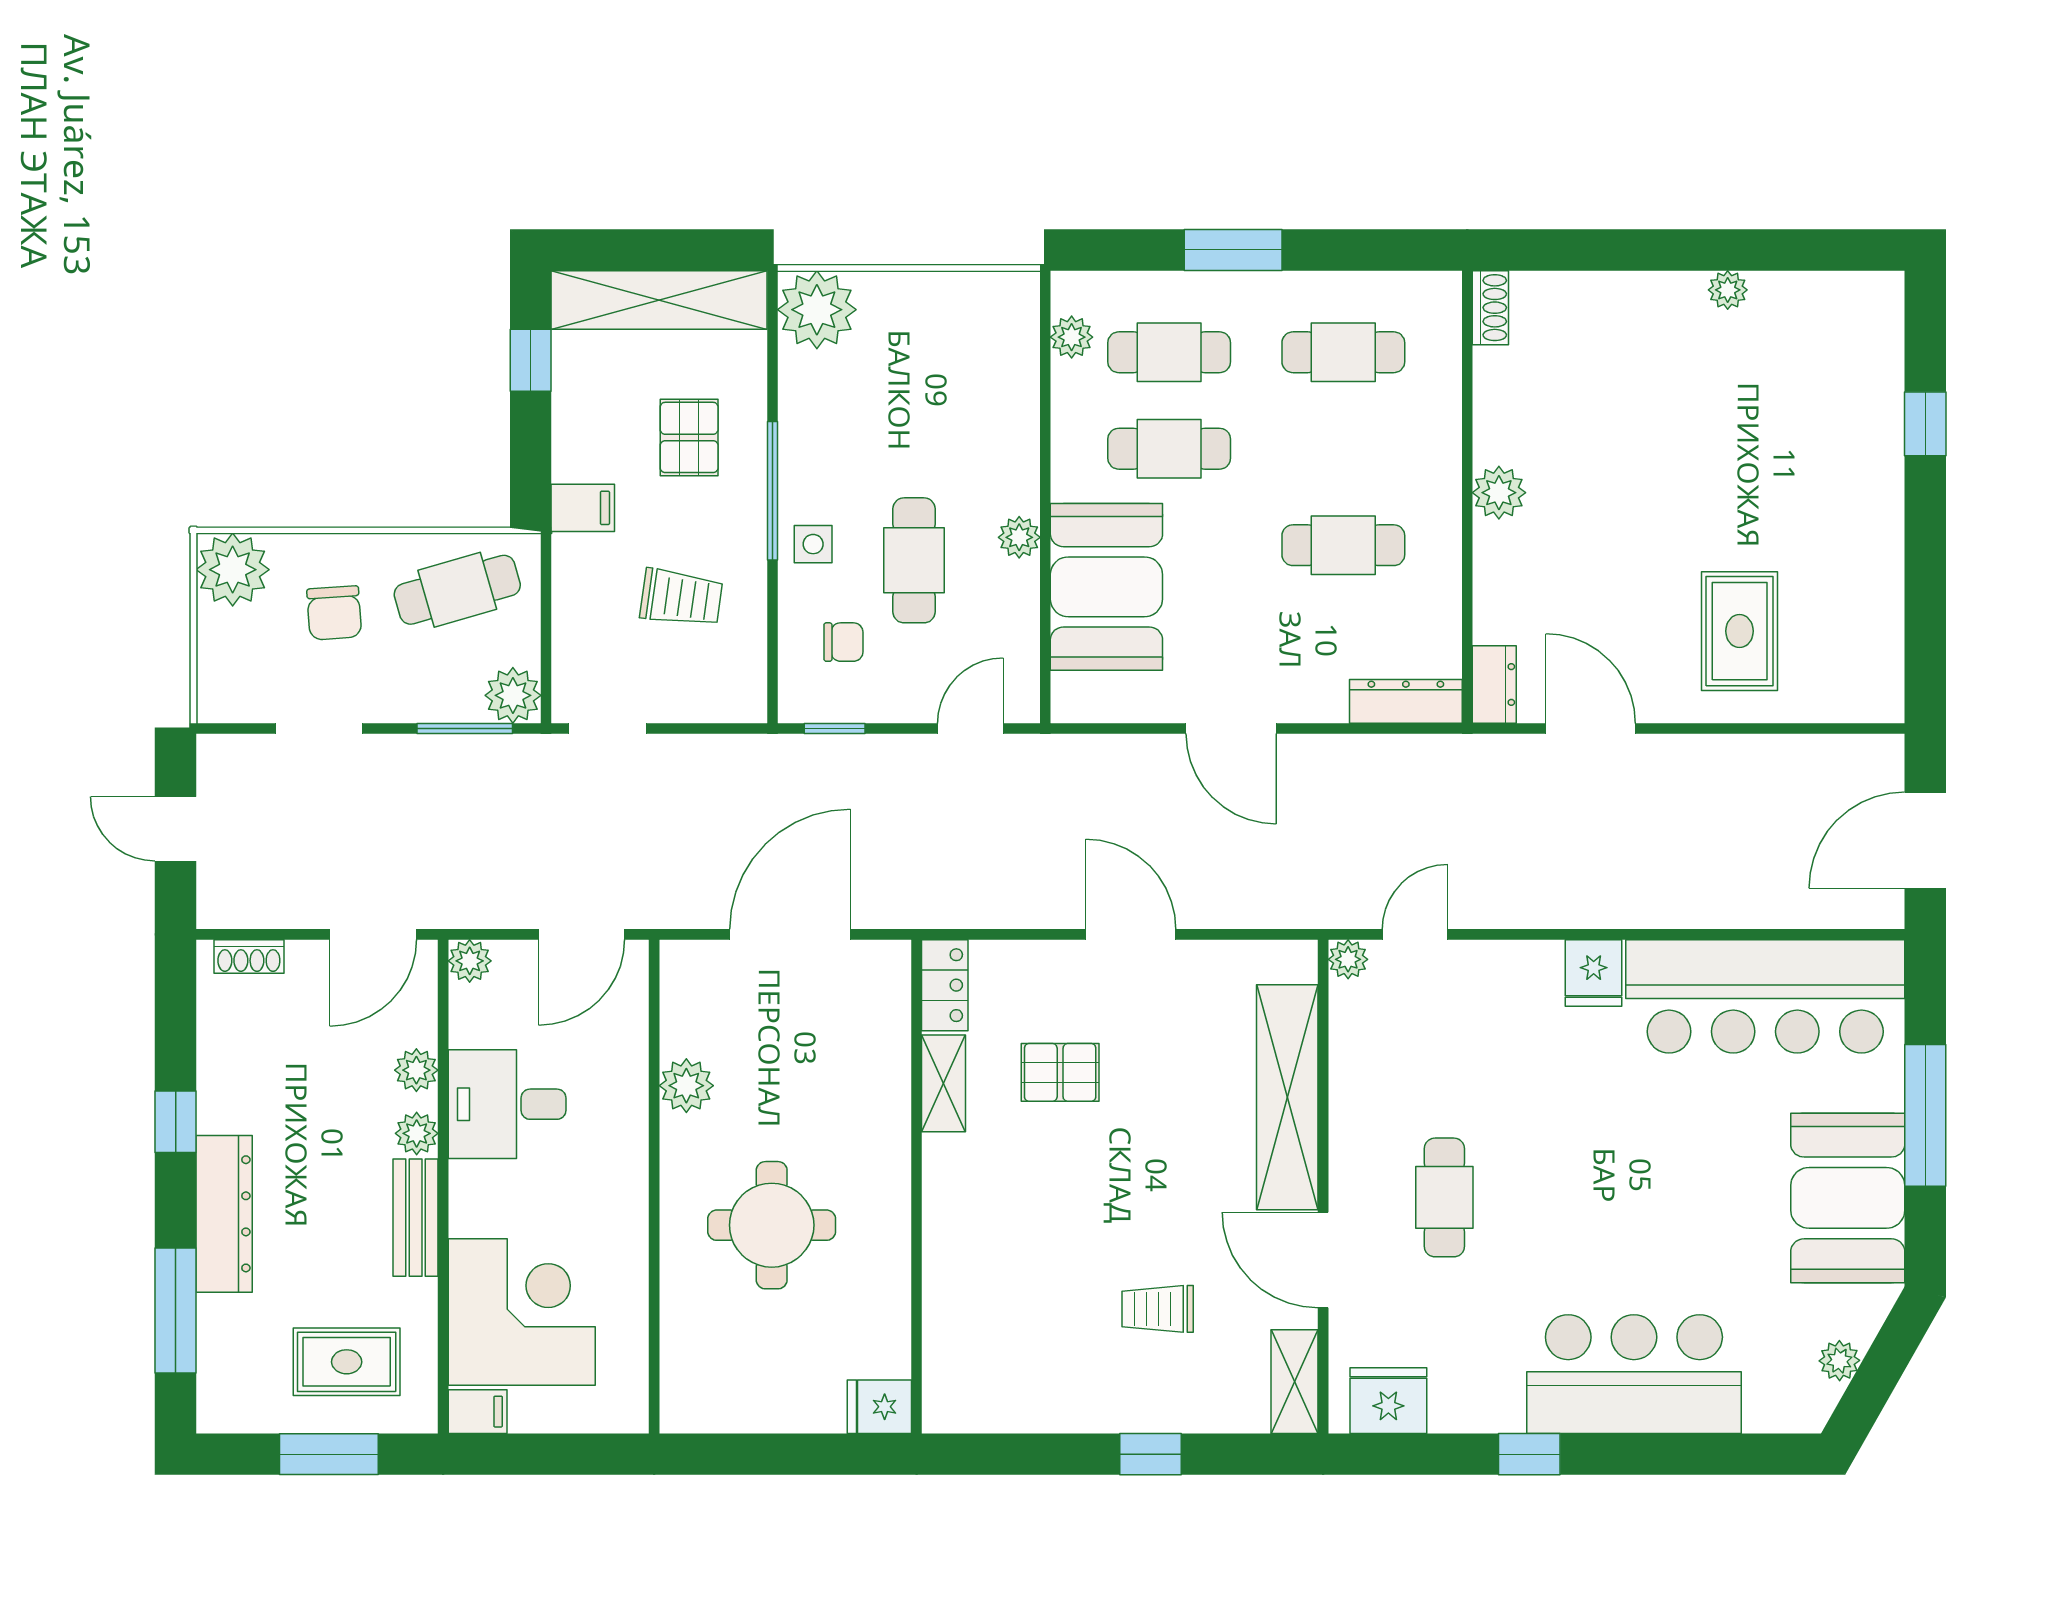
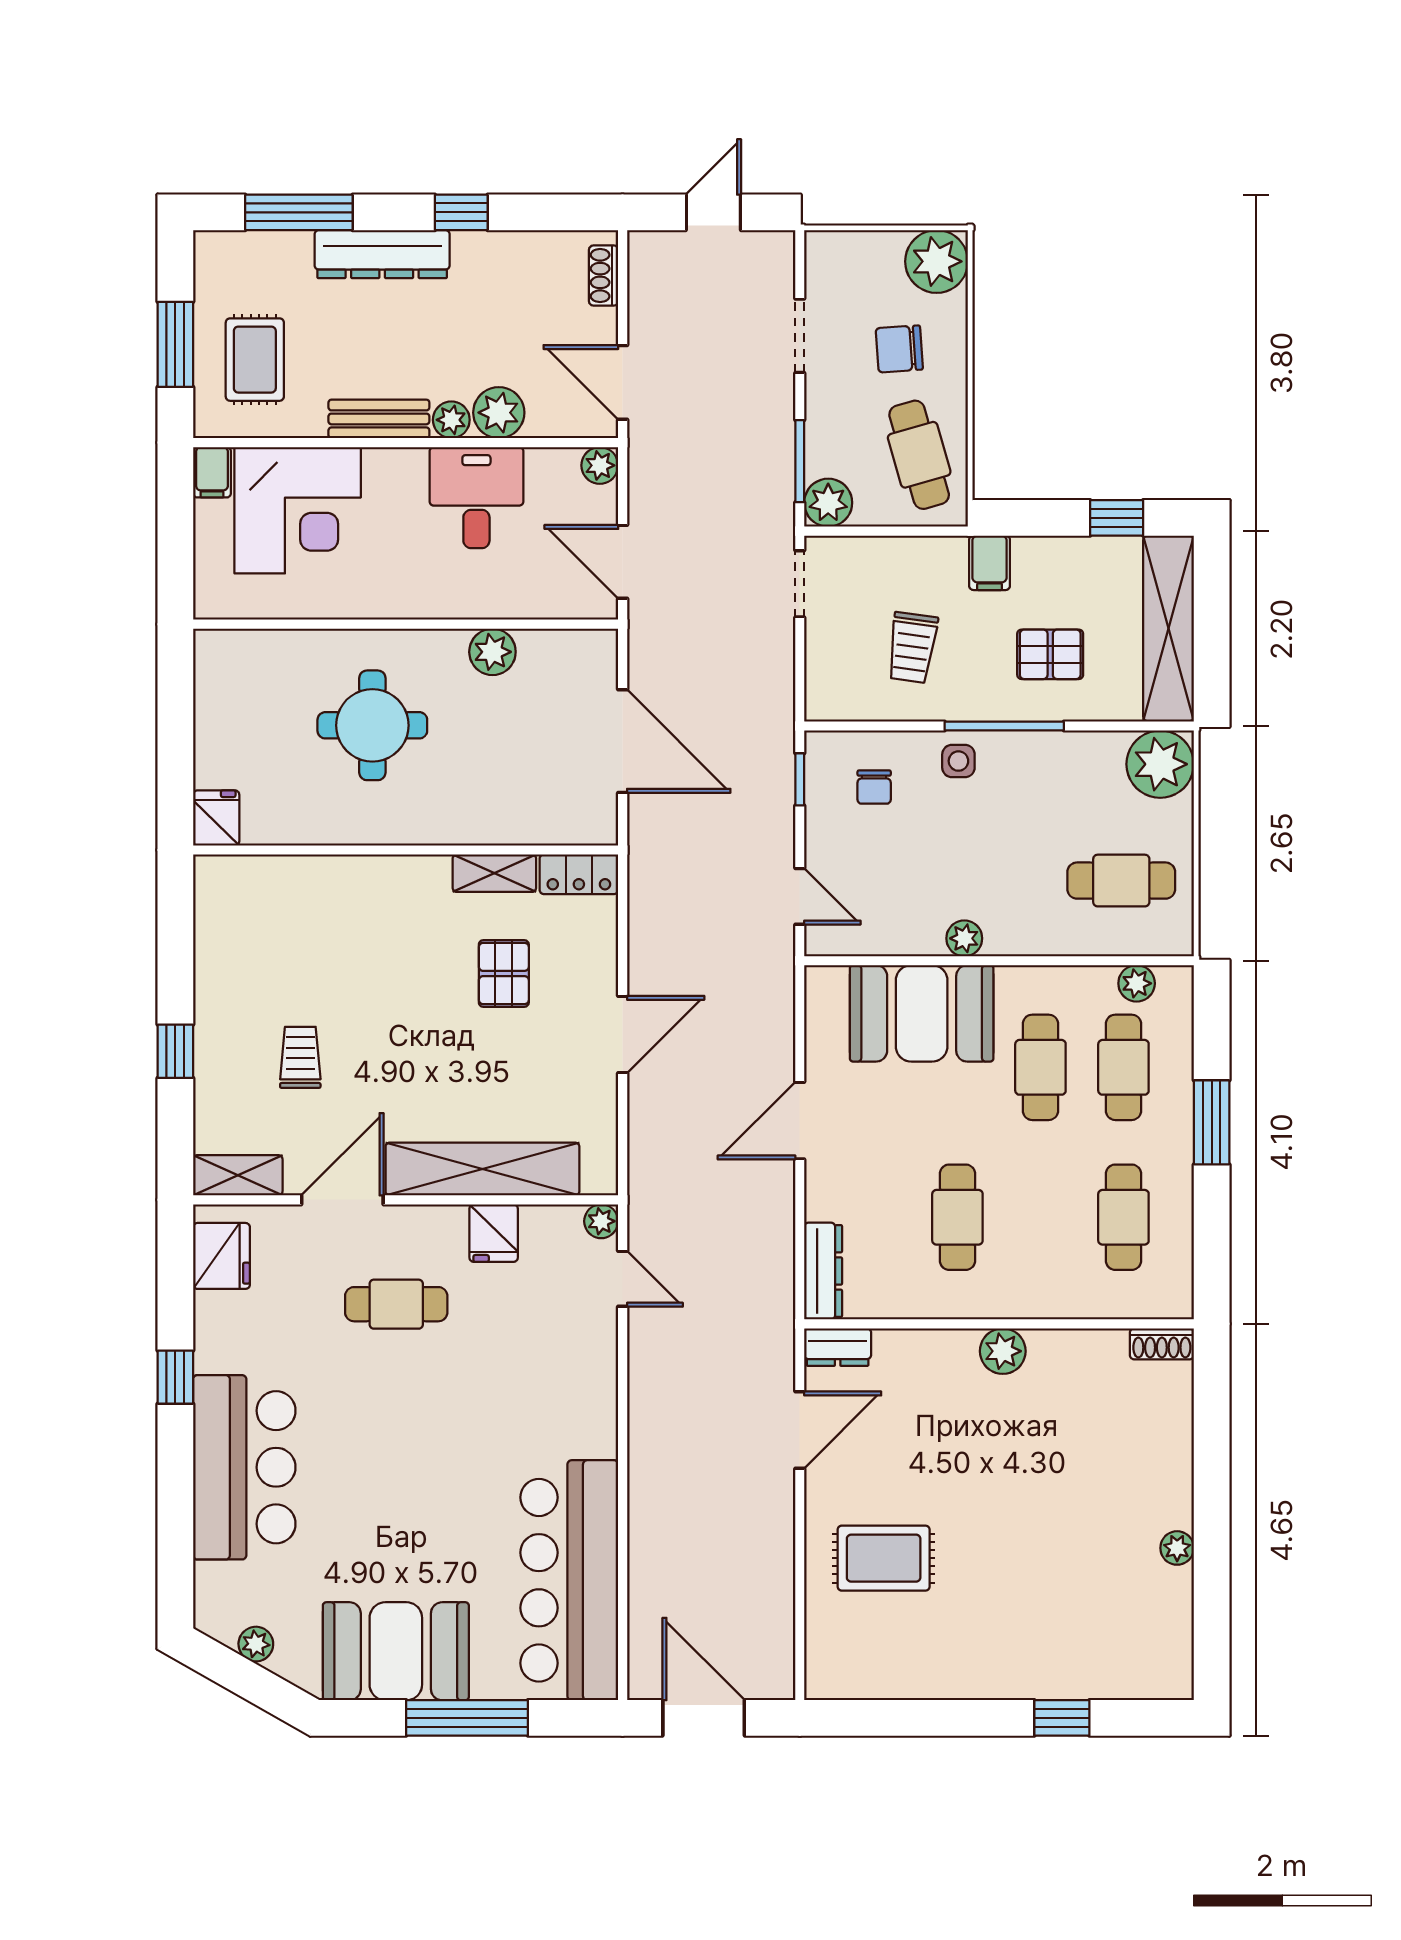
cafe table: (914, 560) -> (1121, 881), moved
fridge: (1594, 973) -> (494, 1233), moved, turned -90
plant: (416, 1070) -> (499, 413), width x1.38, depth x1.38

